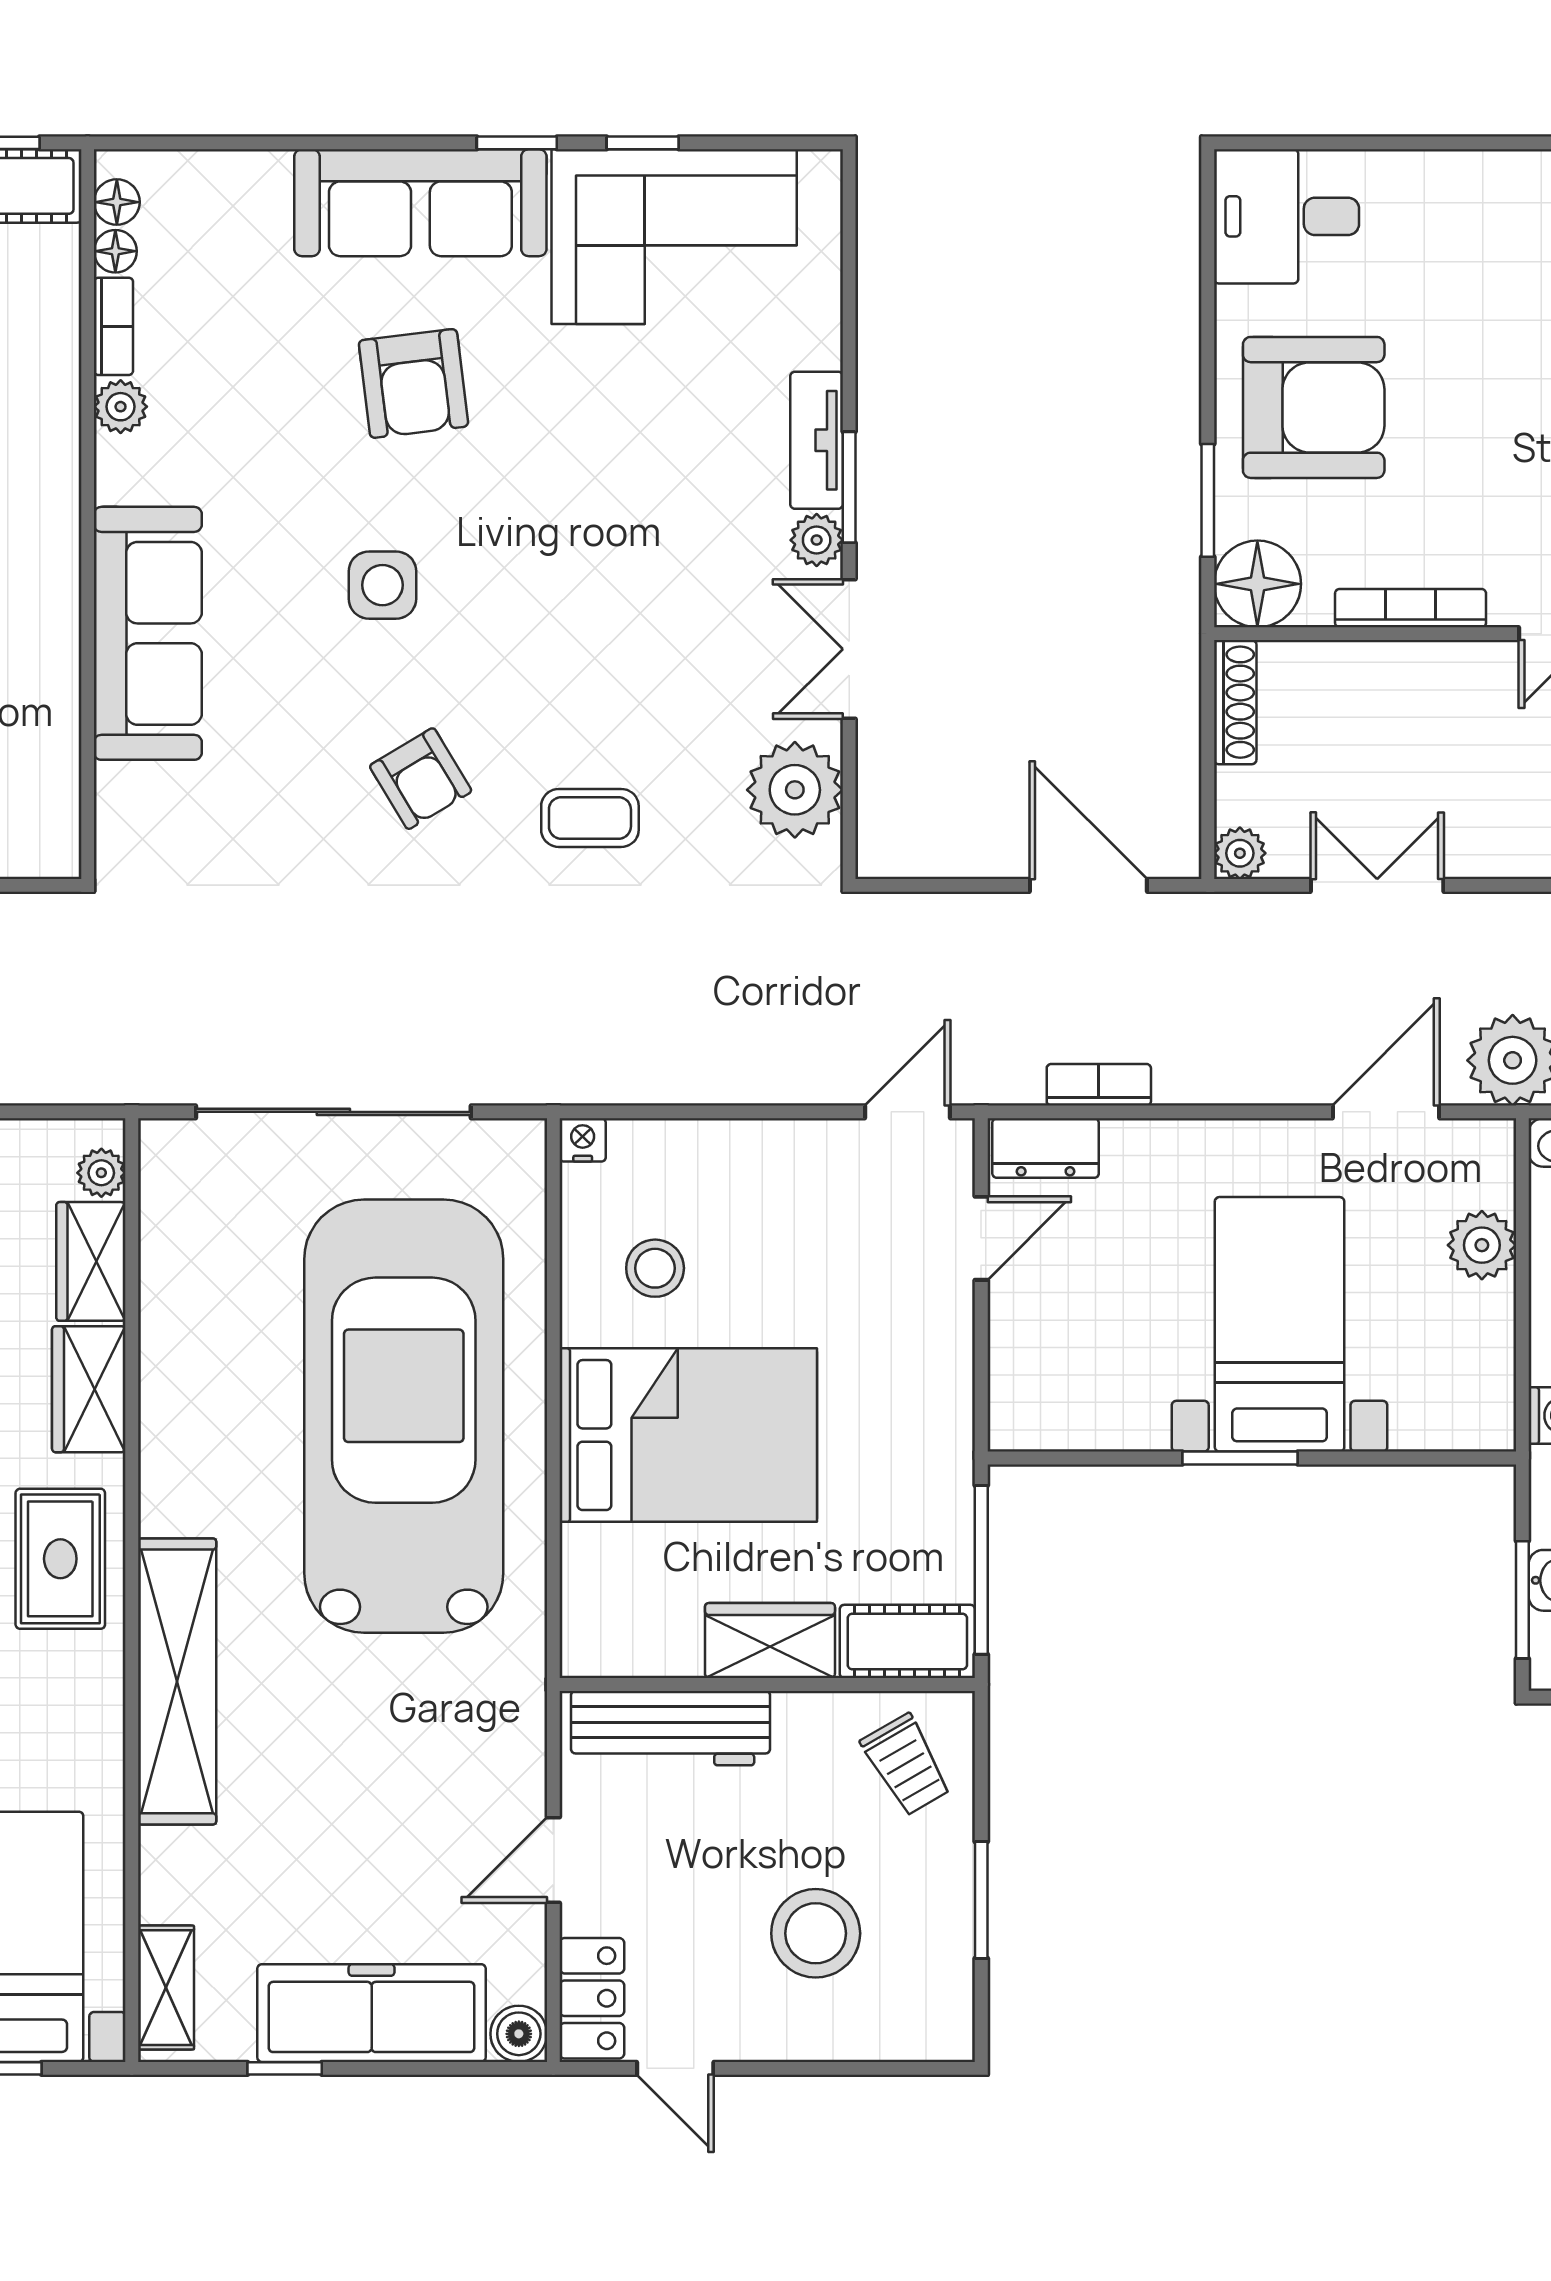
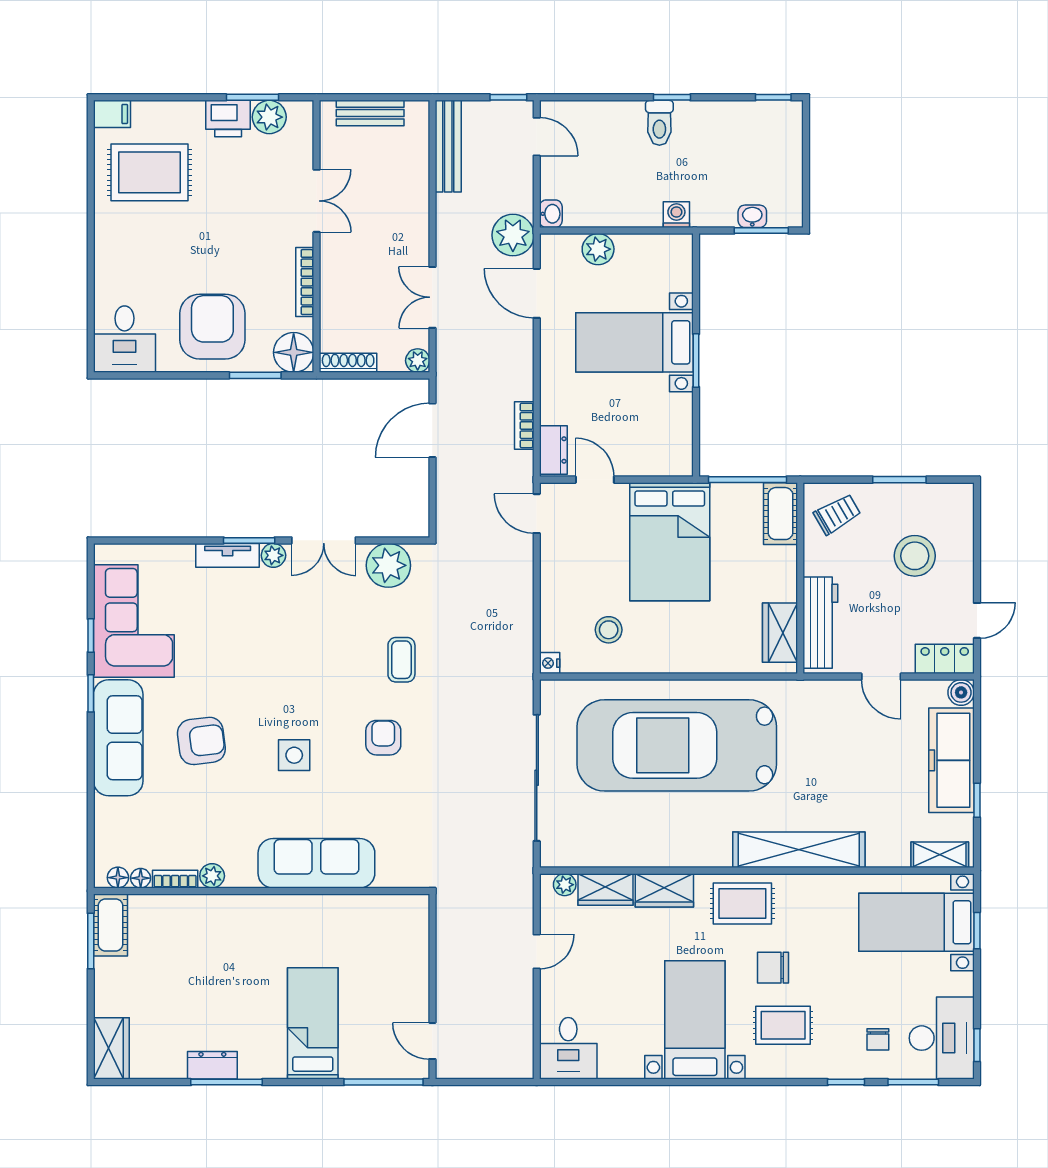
armchair: (421, 779) -> (383, 738), turned -59
bed: (688, 1435) -> (670, 542), moved, turned 180
wardrobe: (770, 1641) -> (780, 633), moved

